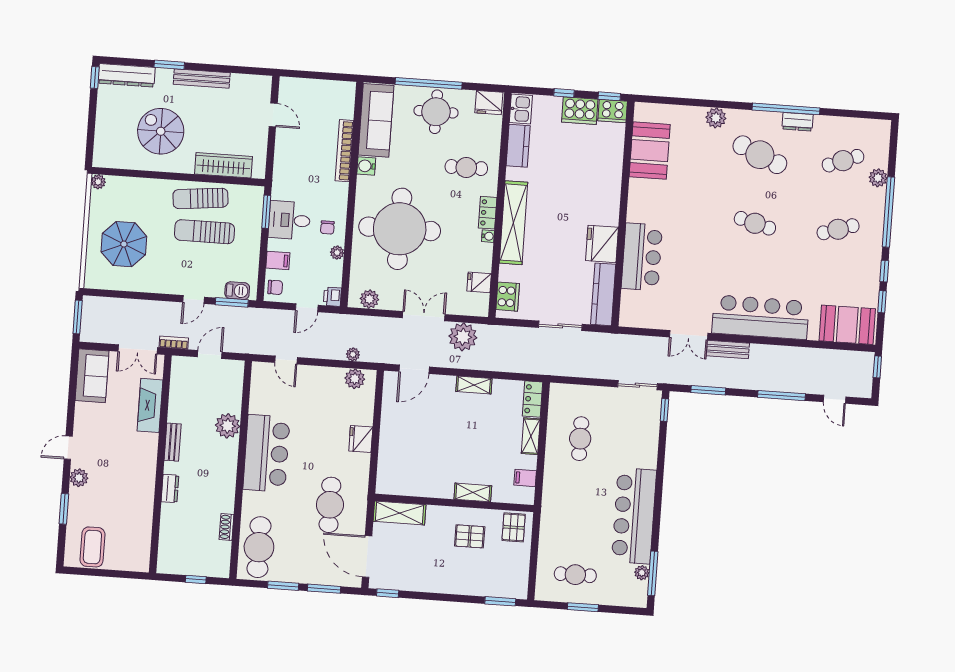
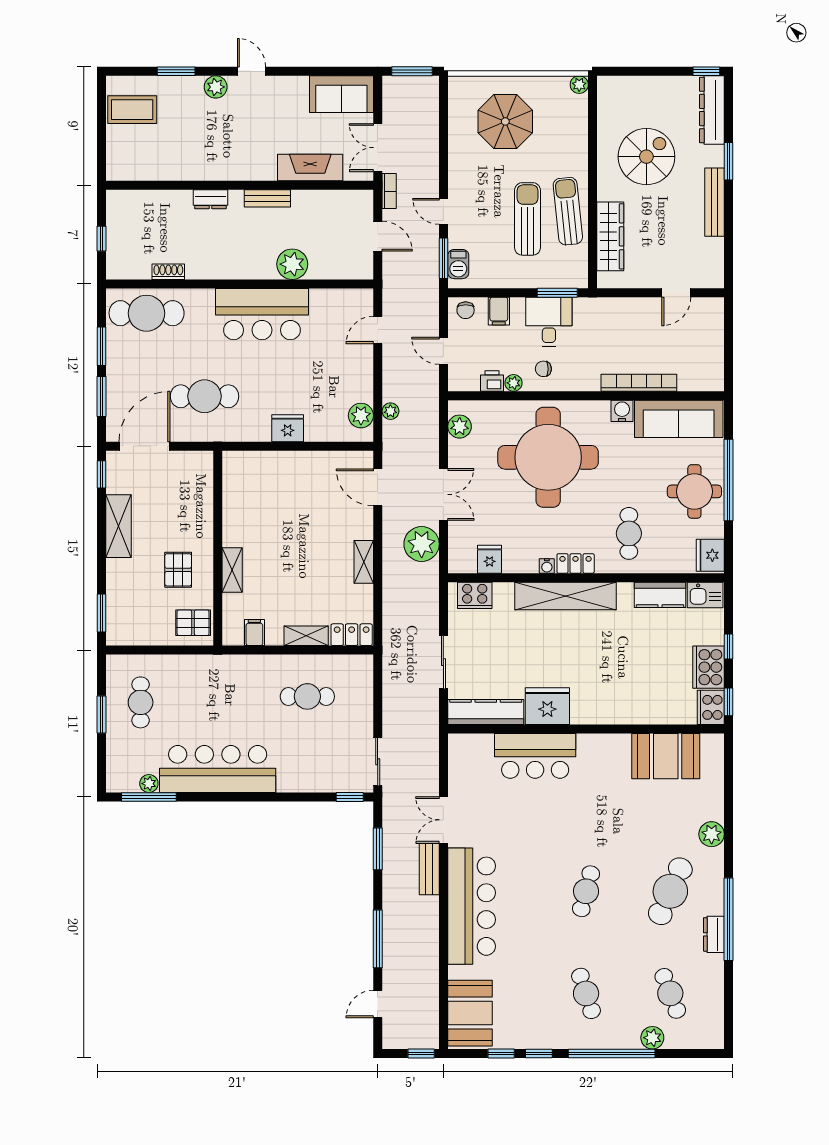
printer: (332, 297) -> (492, 381), moved
shelving: (400, 513) -> (118, 526), moved

